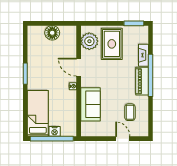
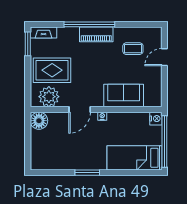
floor lamp: (52, 33) -> (39, 121), moved
fireplace: (144, 55) -> (43, 33), moved
nightstand: (55, 131) -> (156, 119), moved

